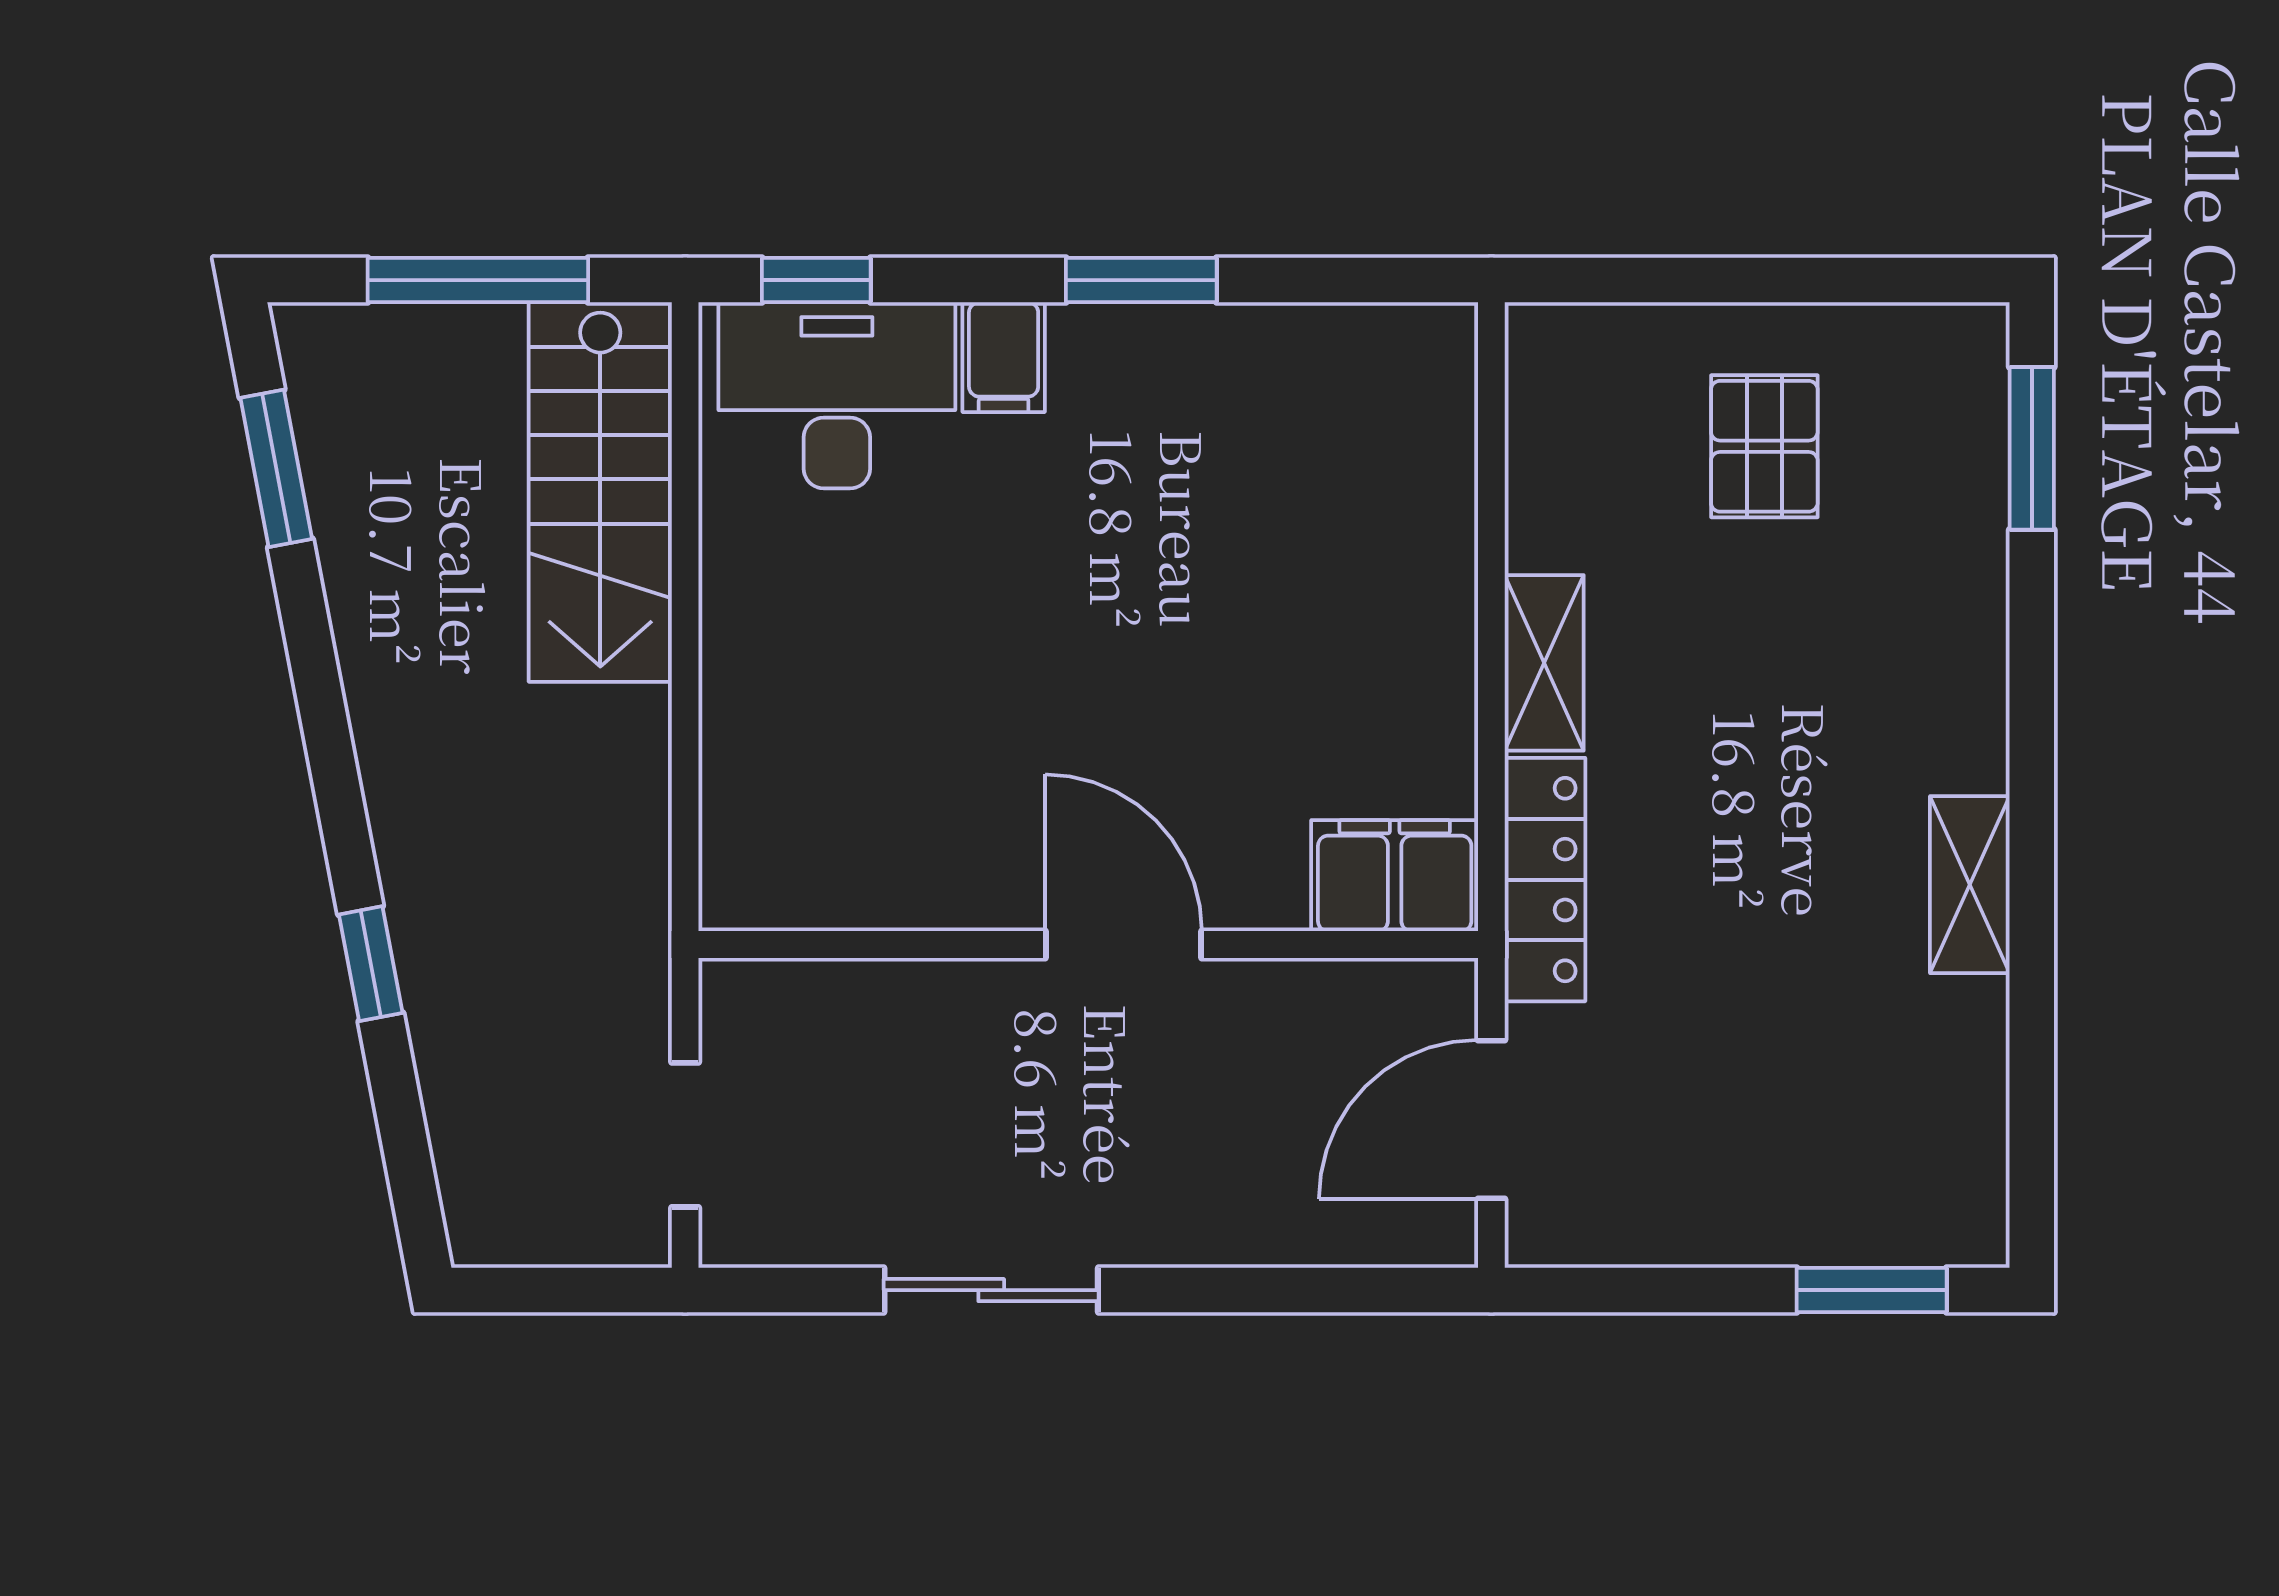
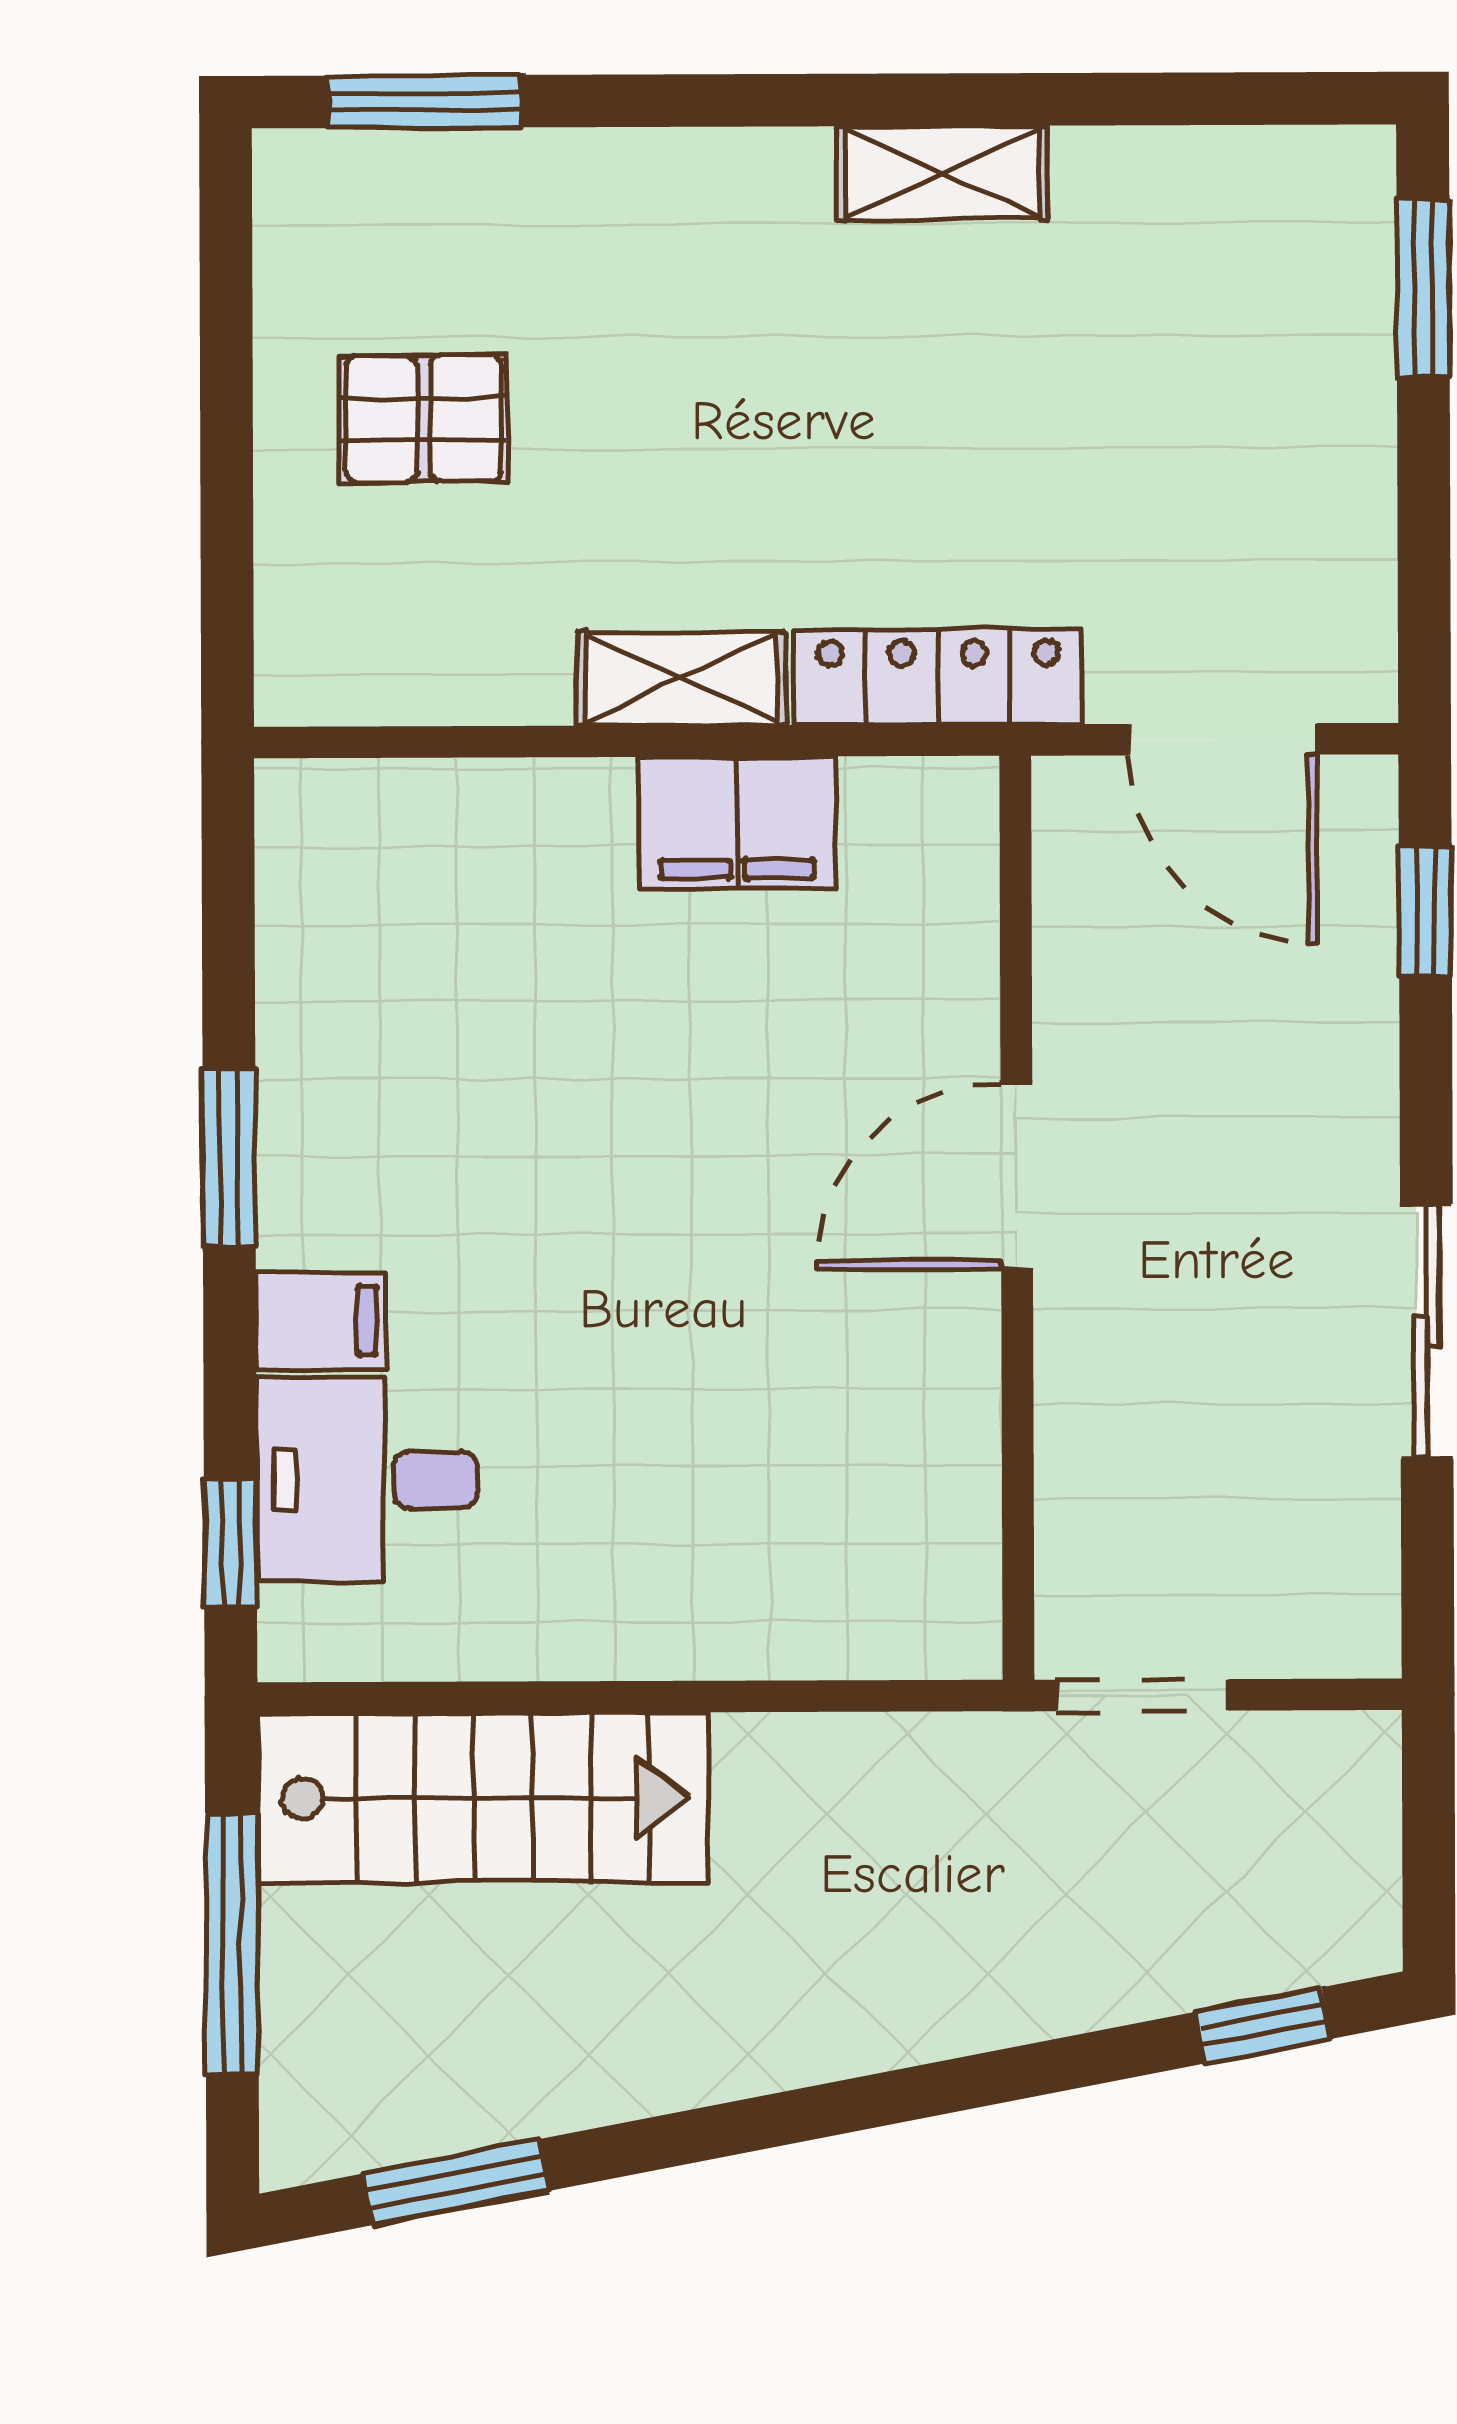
desk: (837, 395) -> (367, 1480), width x0.73
filing cabinet: (1395, 876) -> (737, 823), moved, turned -90
window: (371, 964) -> (1263, 2025), moved
doorway: (685, 1135) -> (1142, 1695), moved
window: (1346, 1290) -> (1425, 911), added

